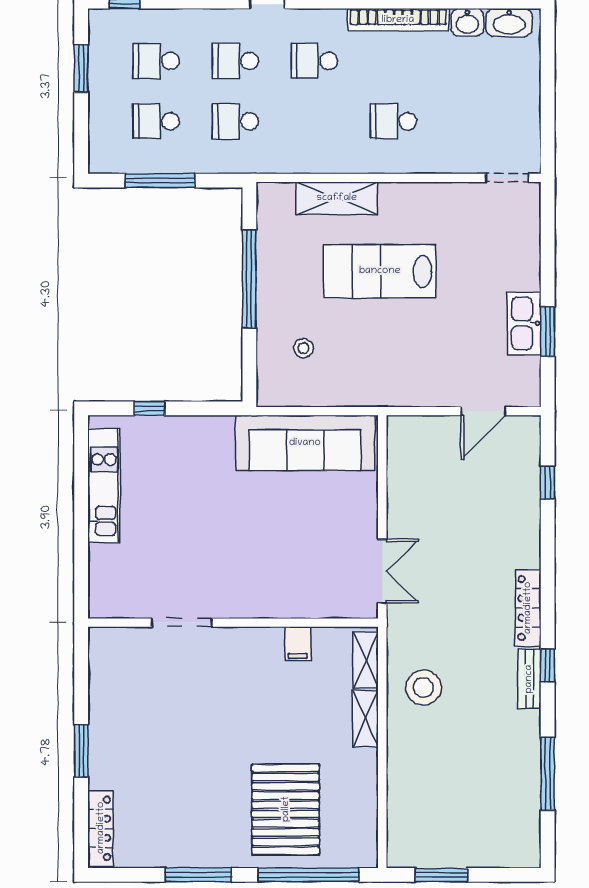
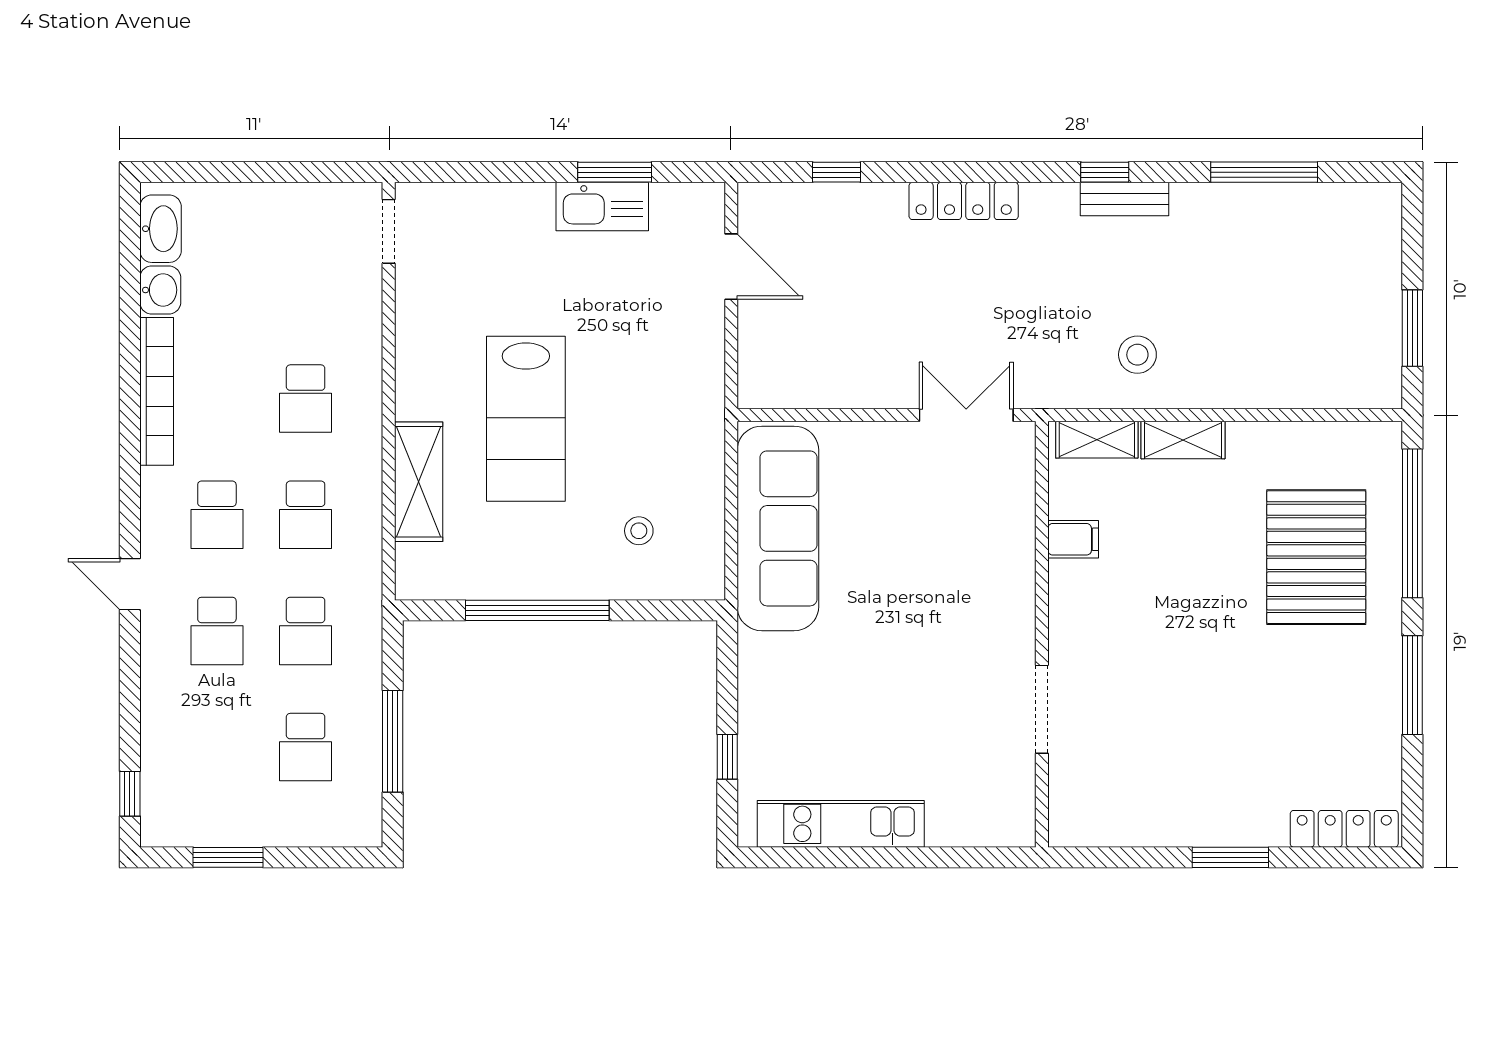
school desk: (156, 61) -> (306, 515), moved
locker: (528, 608) -> (964, 201), moved
stool: (423, 688) -> (1137, 355), width x0.73, depth x0.73
pallet: (286, 809) -> (1316, 557), turned 90

